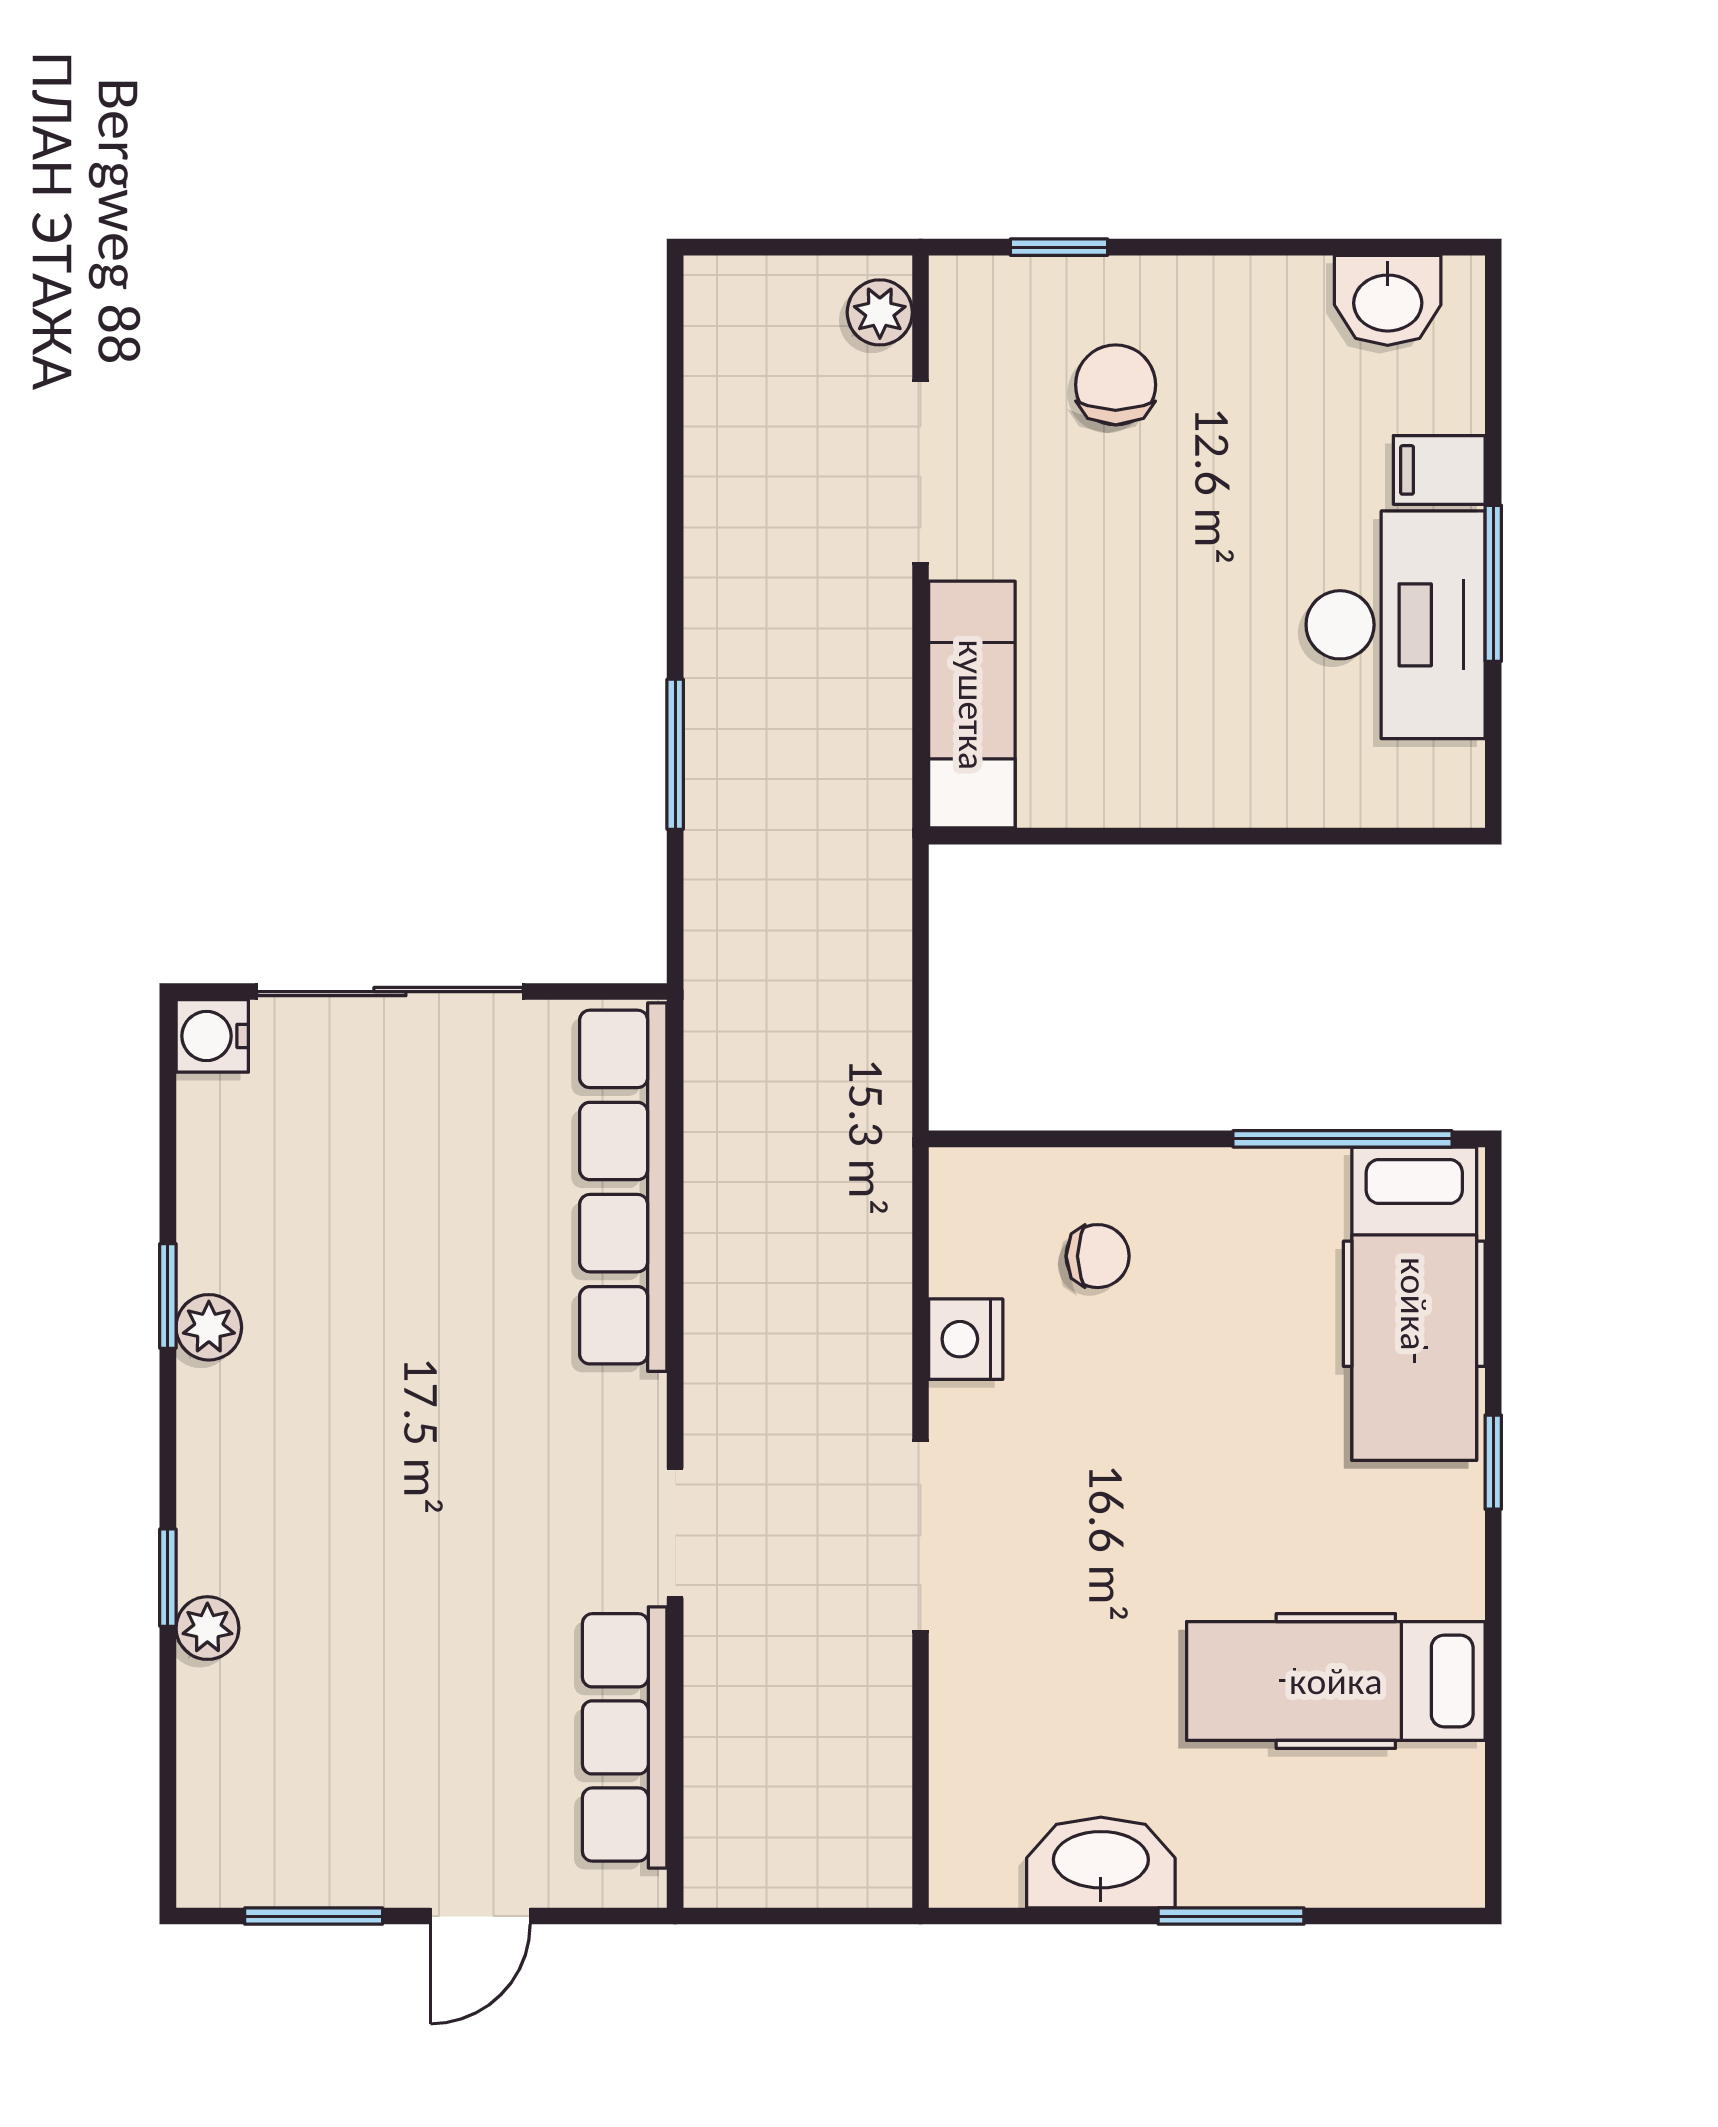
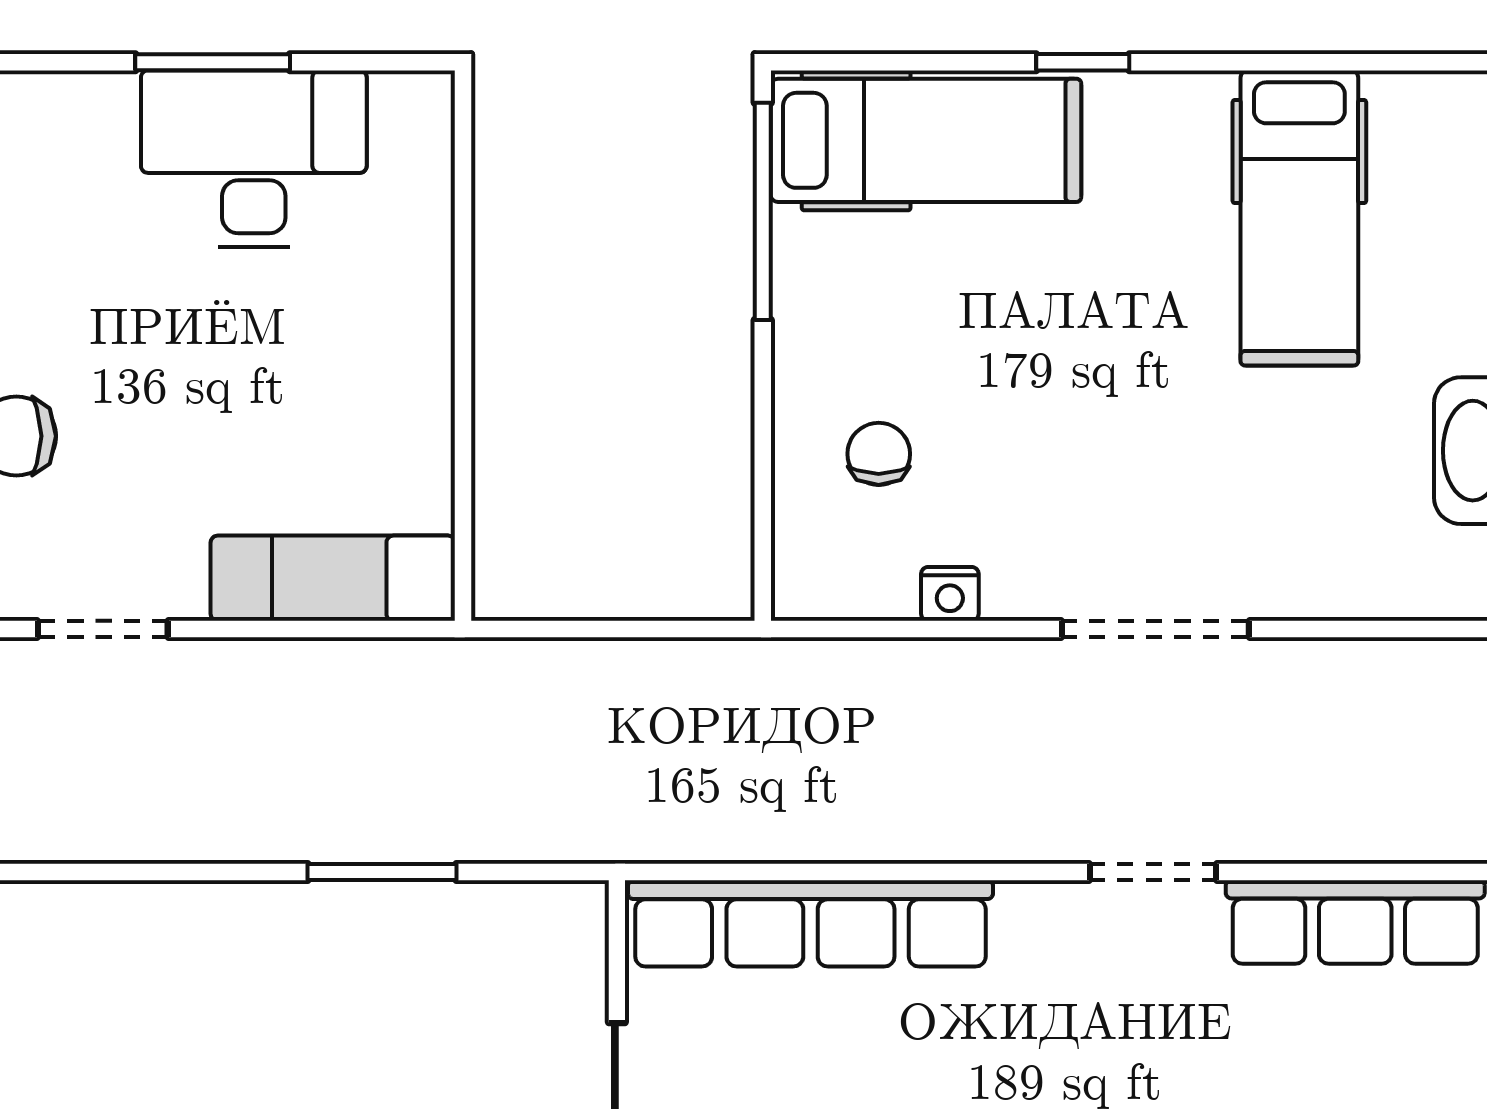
filing cabinet: (1439, 470) -> (101, 116), removed
doorway: (921, 472) -> (103, 629), width x0.73
nightstand: (966, 1339) -> (950, 594), width x0.72, depth x0.74

